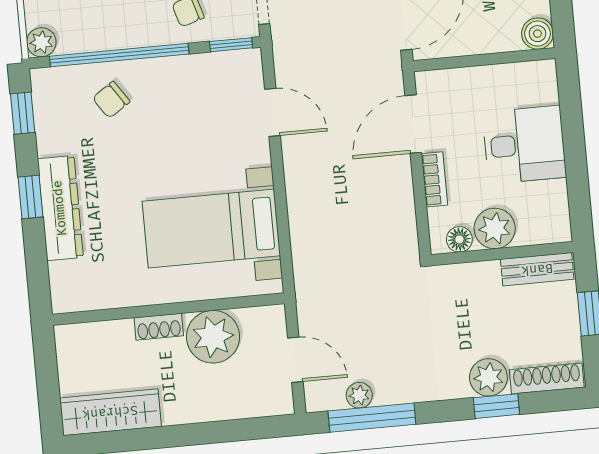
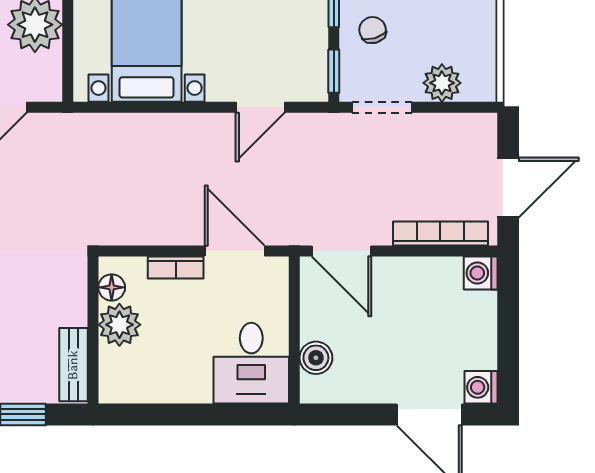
boiler: (537, 34) -> (316, 358), moved
desk: (524, 145) -> (251, 363), moved

